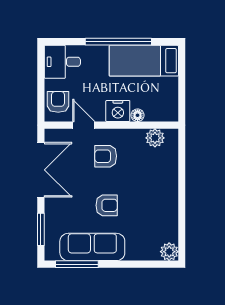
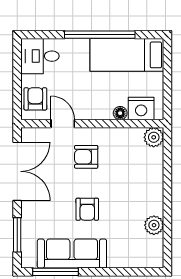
nightstand: (118, 111) -> (141, 109), moved
plant: (155, 138) -> (154, 137), moved
armchair: (107, 205) -> (87, 209), turned 90
plant: (169, 252) -> (154, 225), moved

